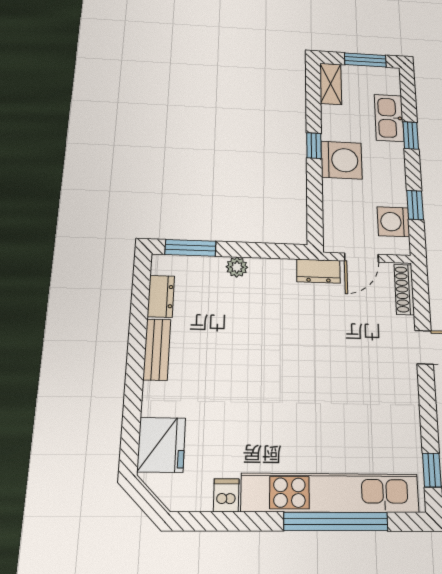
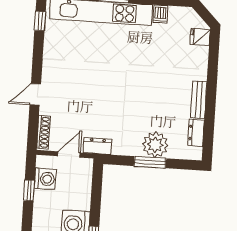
window: (190, 248) -> (150, 162), moved
plant: (237, 267) -> (155, 145), width x1.87, depth x1.87
fridge: (161, 445) -> (200, 37), width x0.53, depth x0.75

